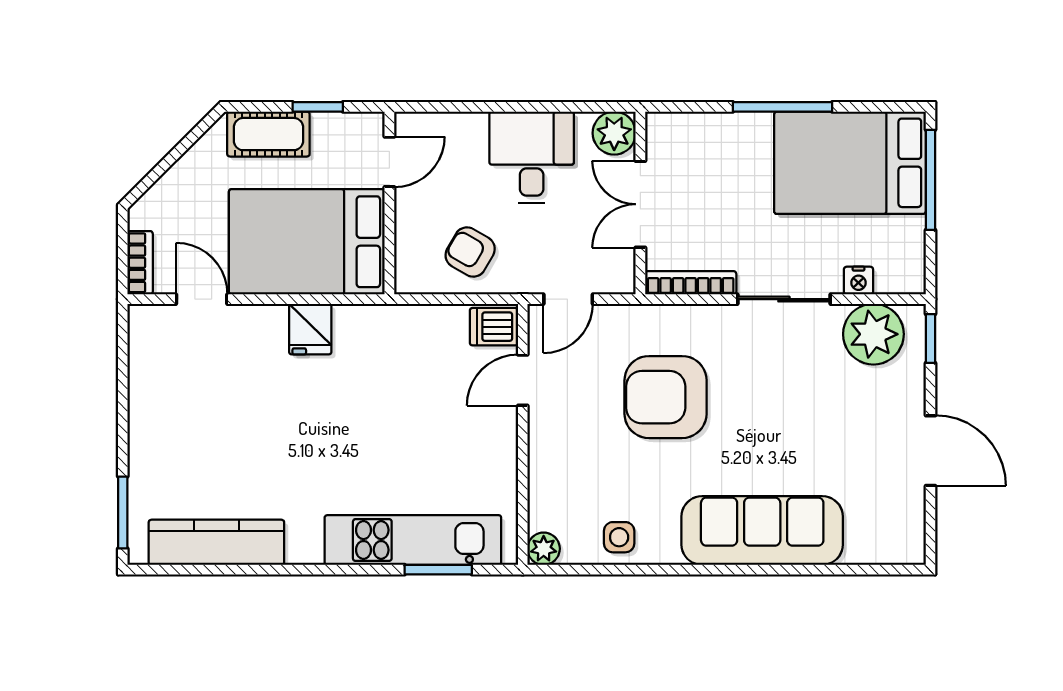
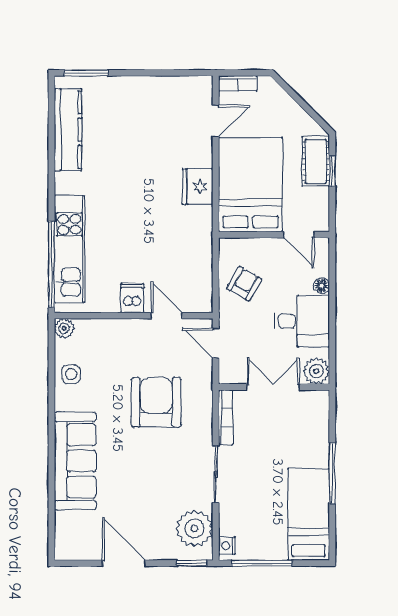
window: (318, 107) -> (332, 171), moved
floor lamp: (473, 125) -> (322, 286), added
bed: (850, 163) -> (309, 514), width x0.67
window: (930, 180) -> (262, 563), moved
nightstand: (858, 281) -> (227, 546), moved
dishwasher: (494, 327) -> (132, 298), moved
fridge: (310, 329) -> (197, 187), width x1.38
door: (930, 451) -> (124, 563), swing flipped
window: (438, 570) -> (51, 264), width x2.11

